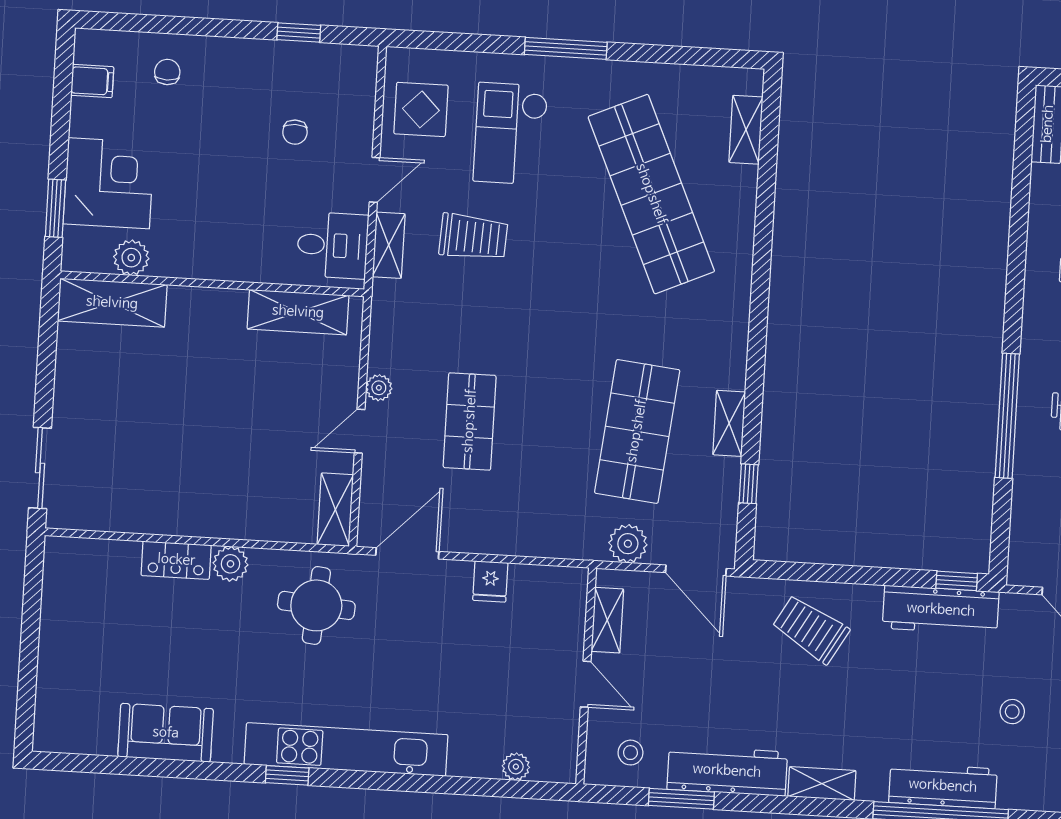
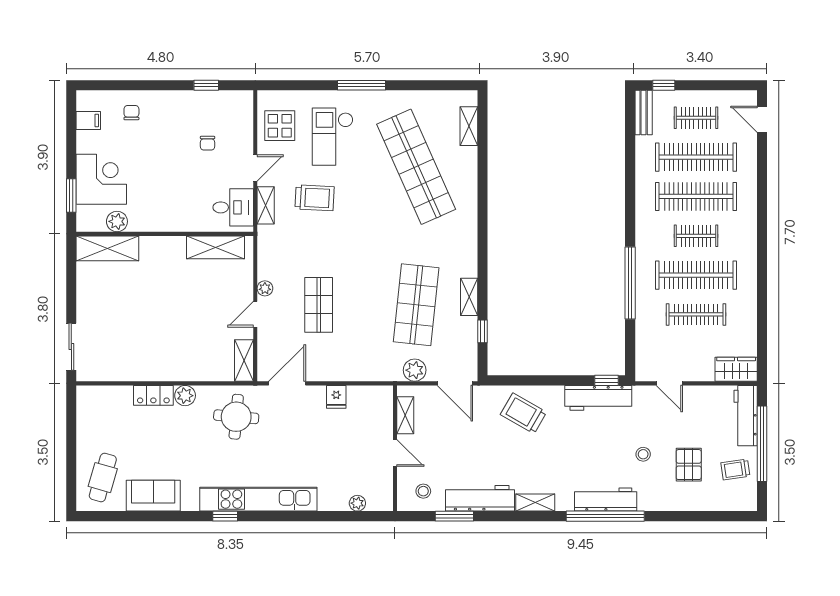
cafe table: (81, 696) -> (103, 478), added

